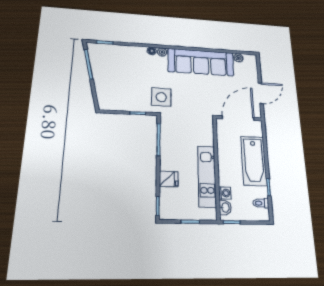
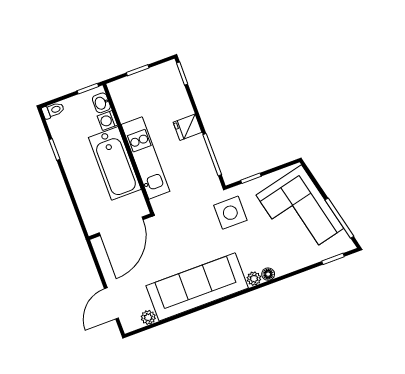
corner sofa: (113, 79) -> (300, 212), added
door: (261, 93) -> (111, 303), moved
bathtub: (254, 161) -> (115, 163), moved, turned 180
kitchen unit: (207, 176) -> (146, 158), moved
fridge: (169, 179) -> (188, 127), moved
toilet: (261, 203) -> (53, 110), moved

